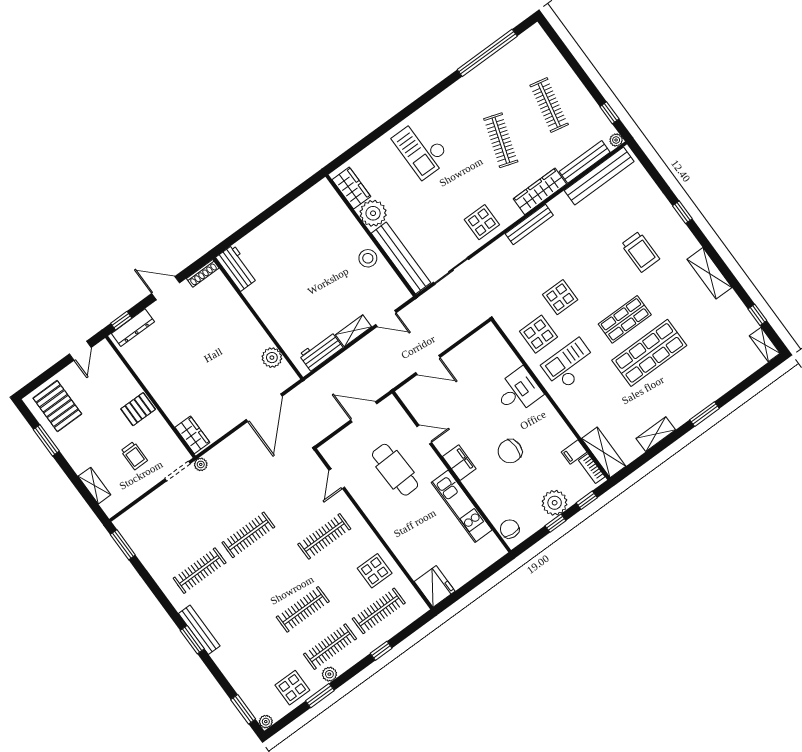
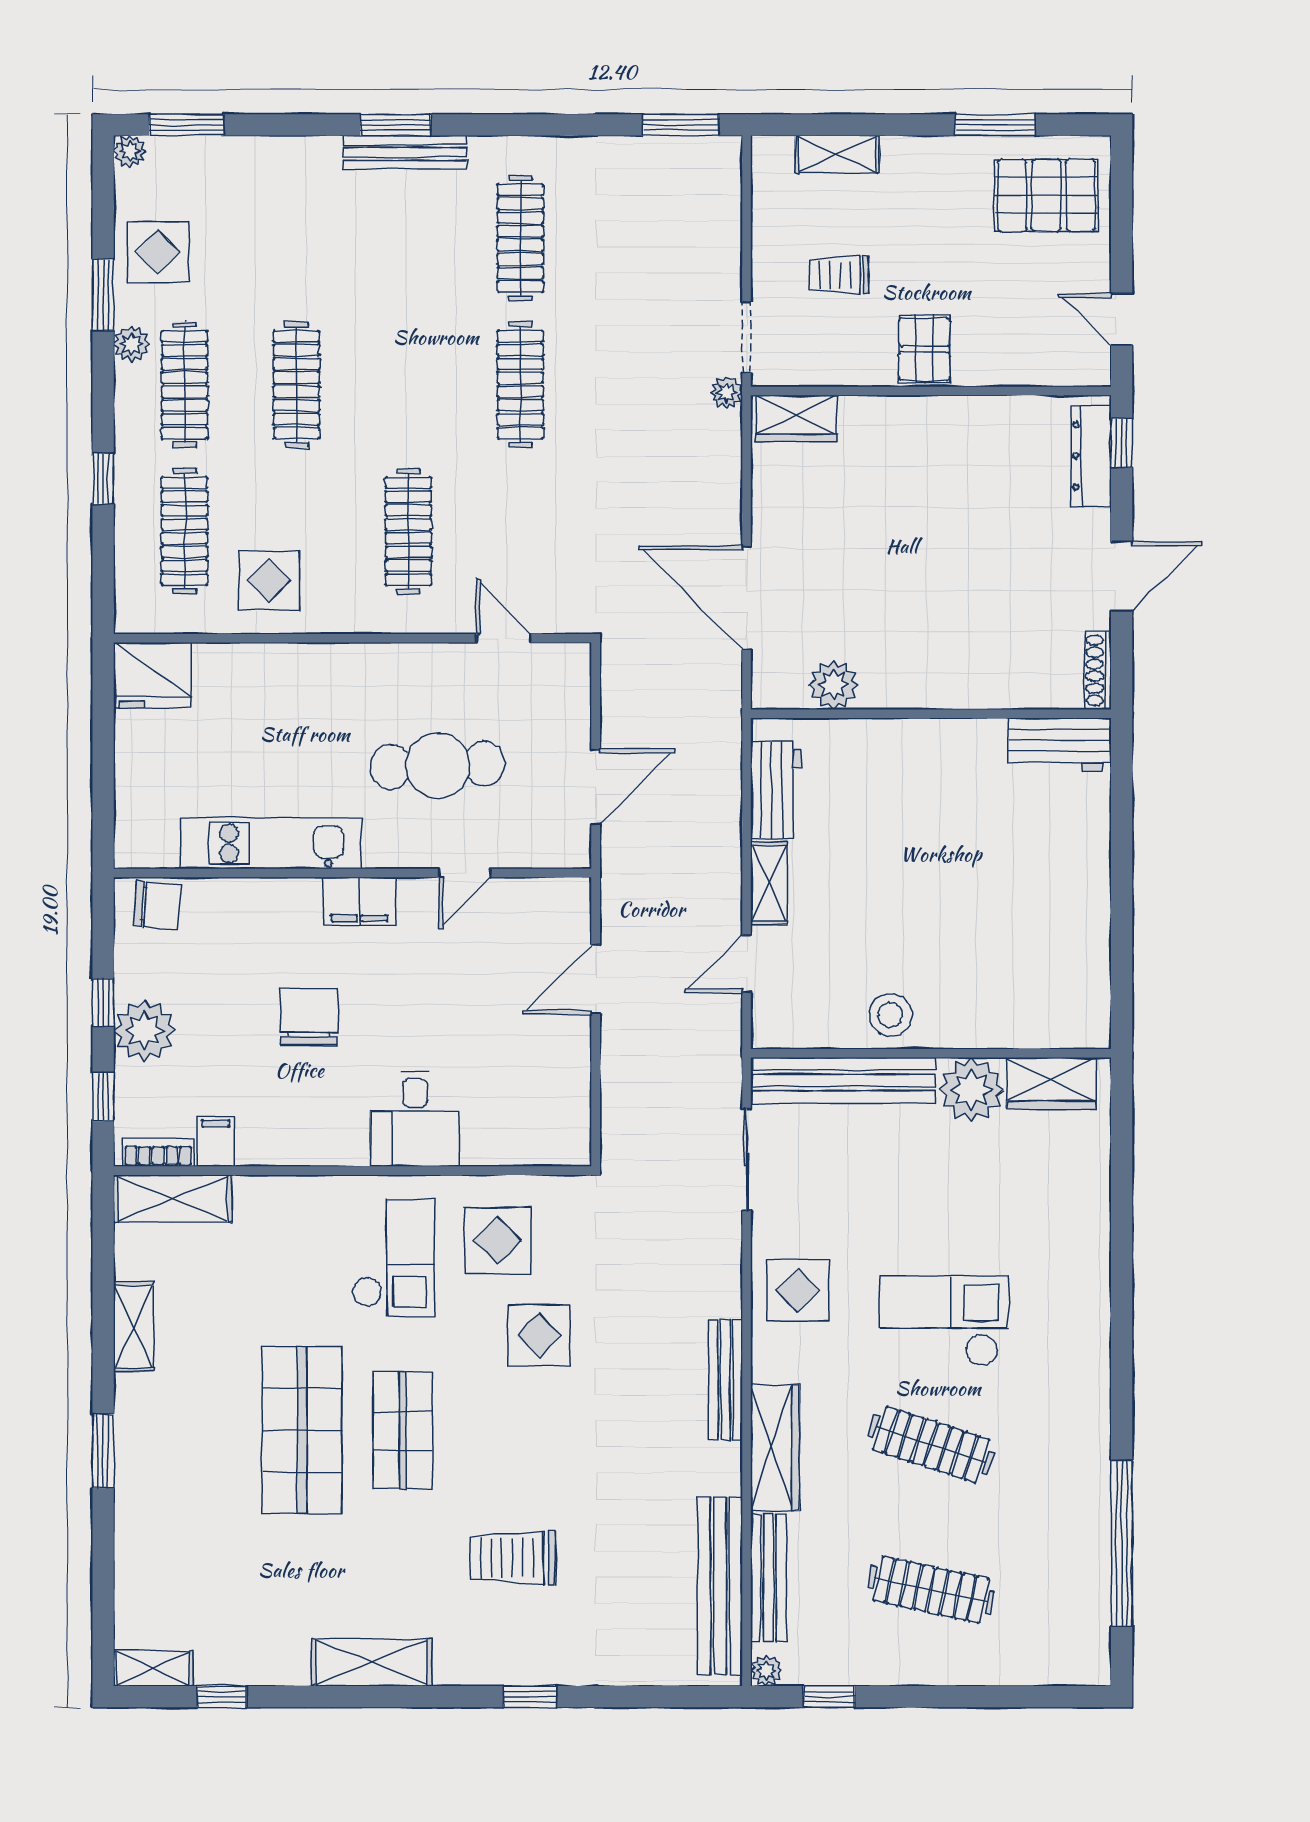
checkout: (421, 149) -> (944, 1321), moved

